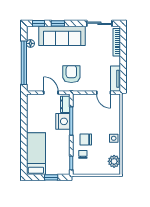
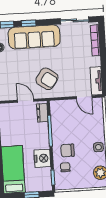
armchair: (71, 74) -> (47, 79), turned 125
nightstand: (63, 121) -> (42, 158), moved

